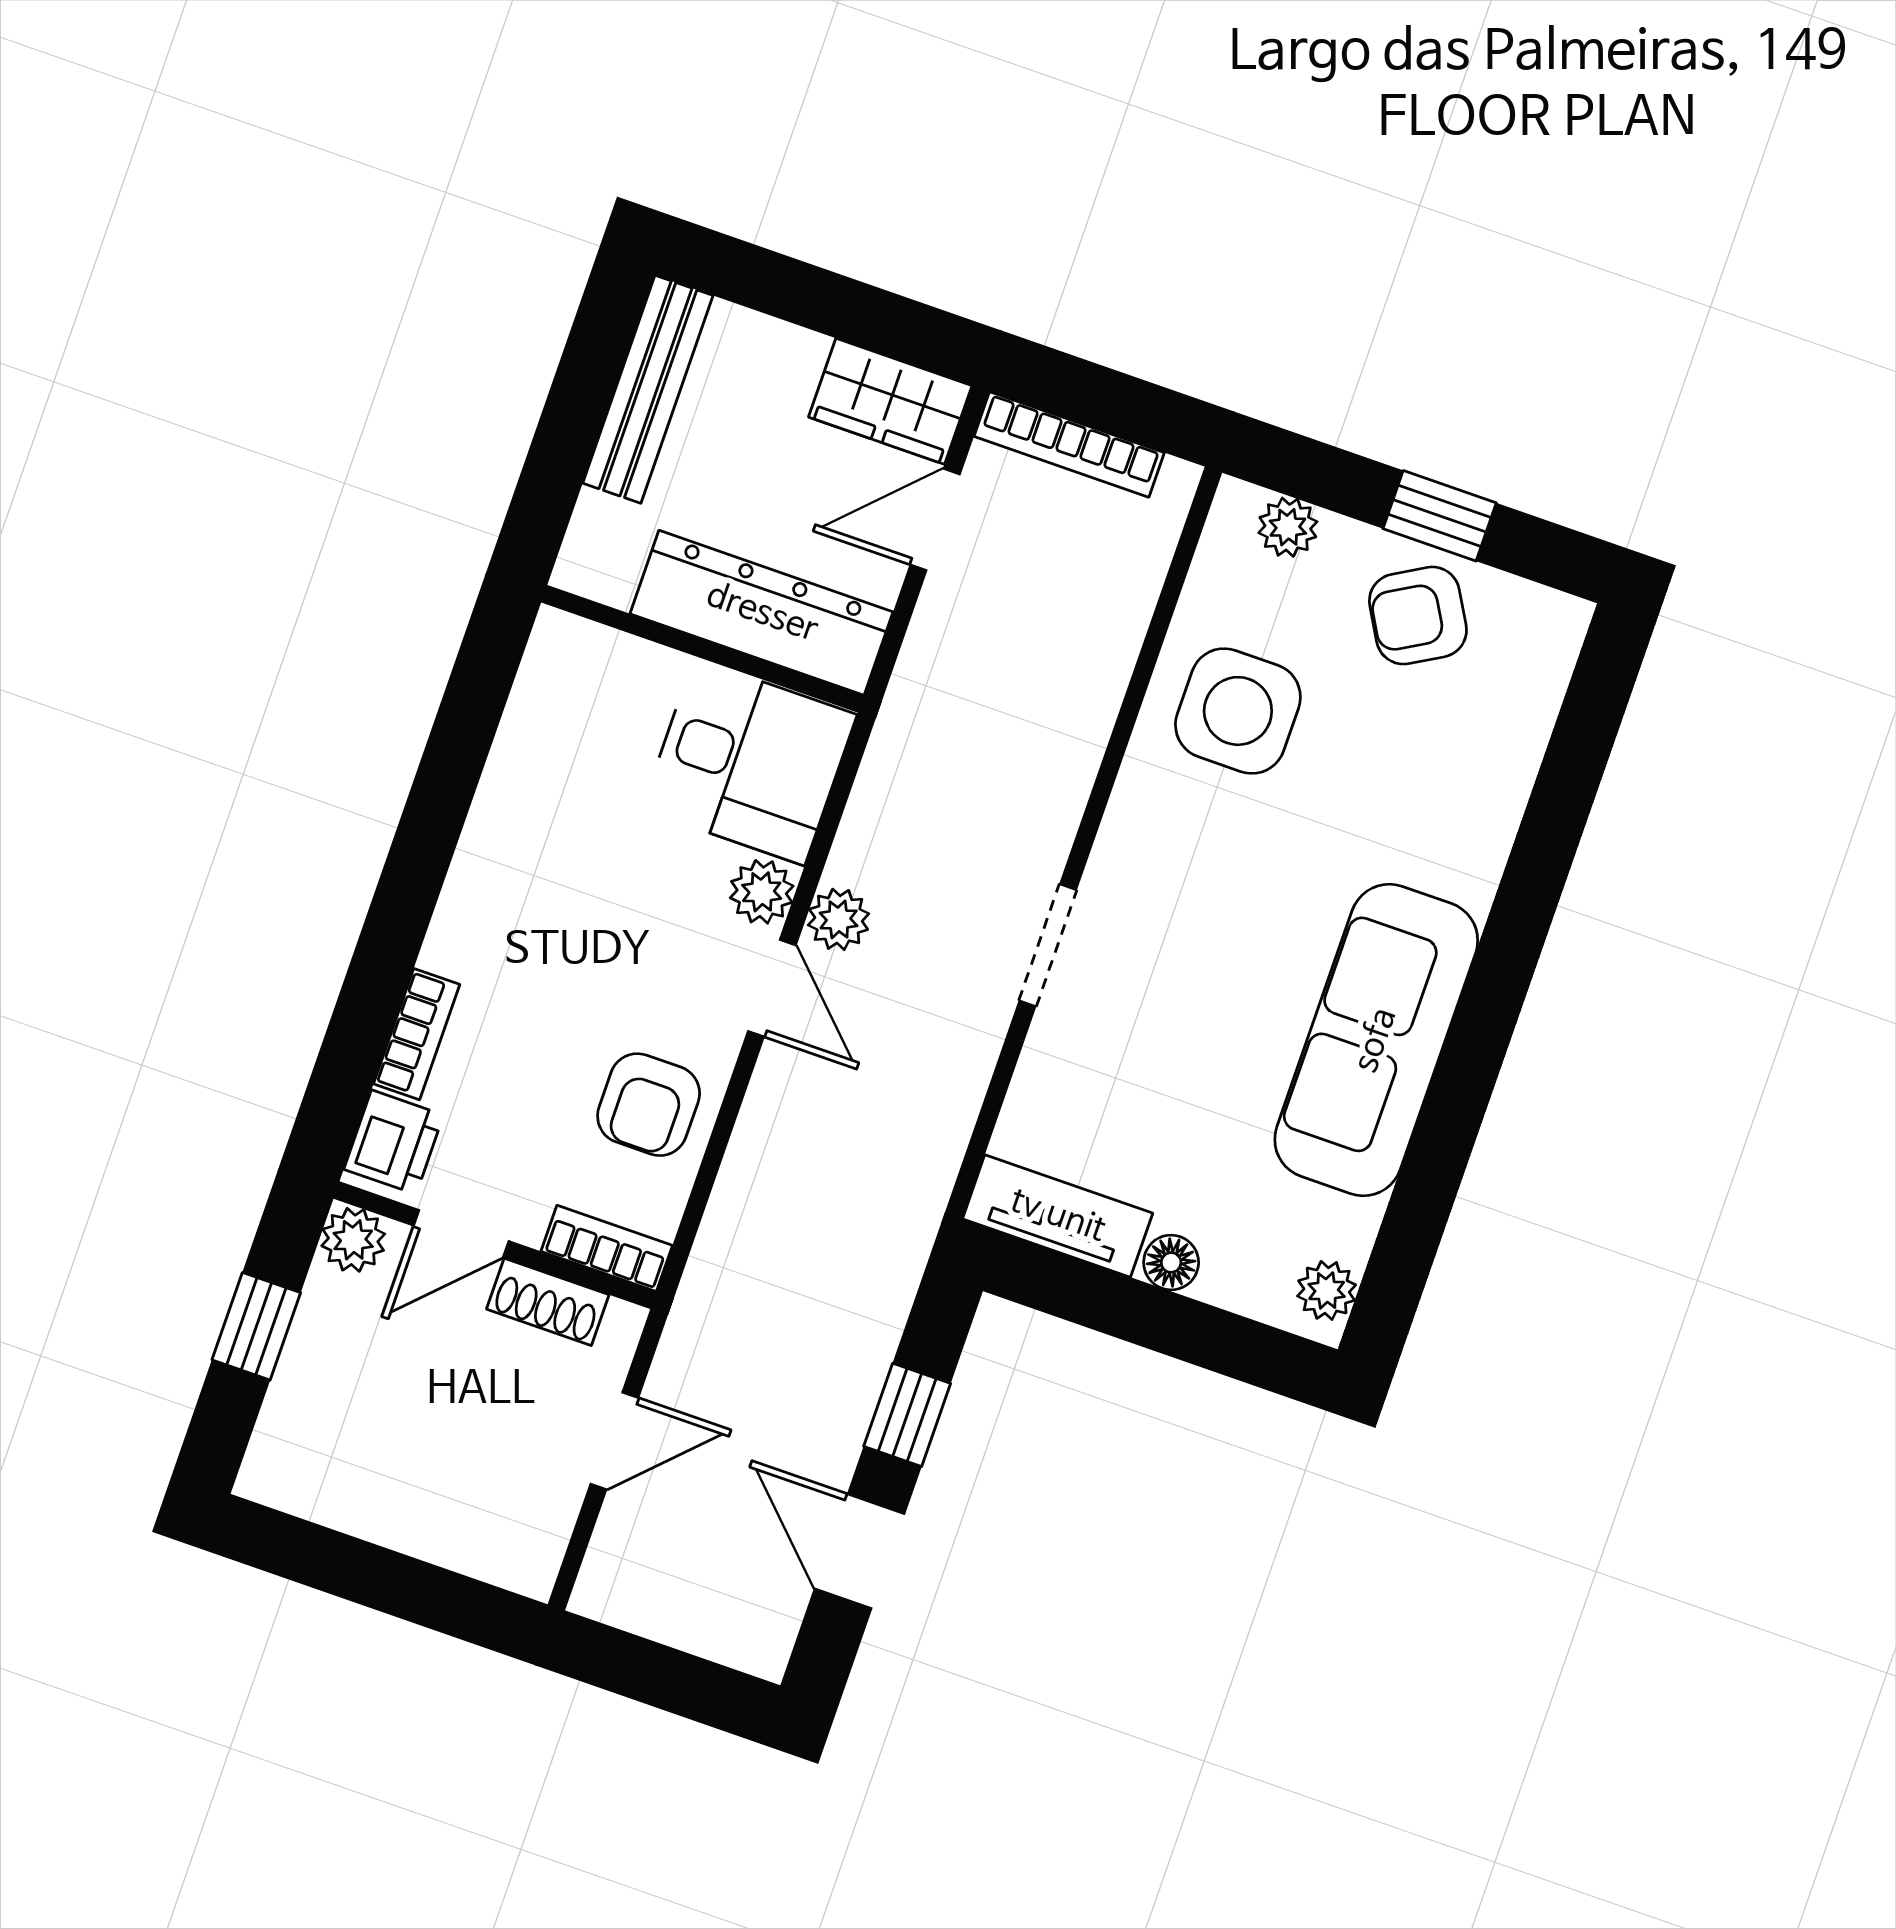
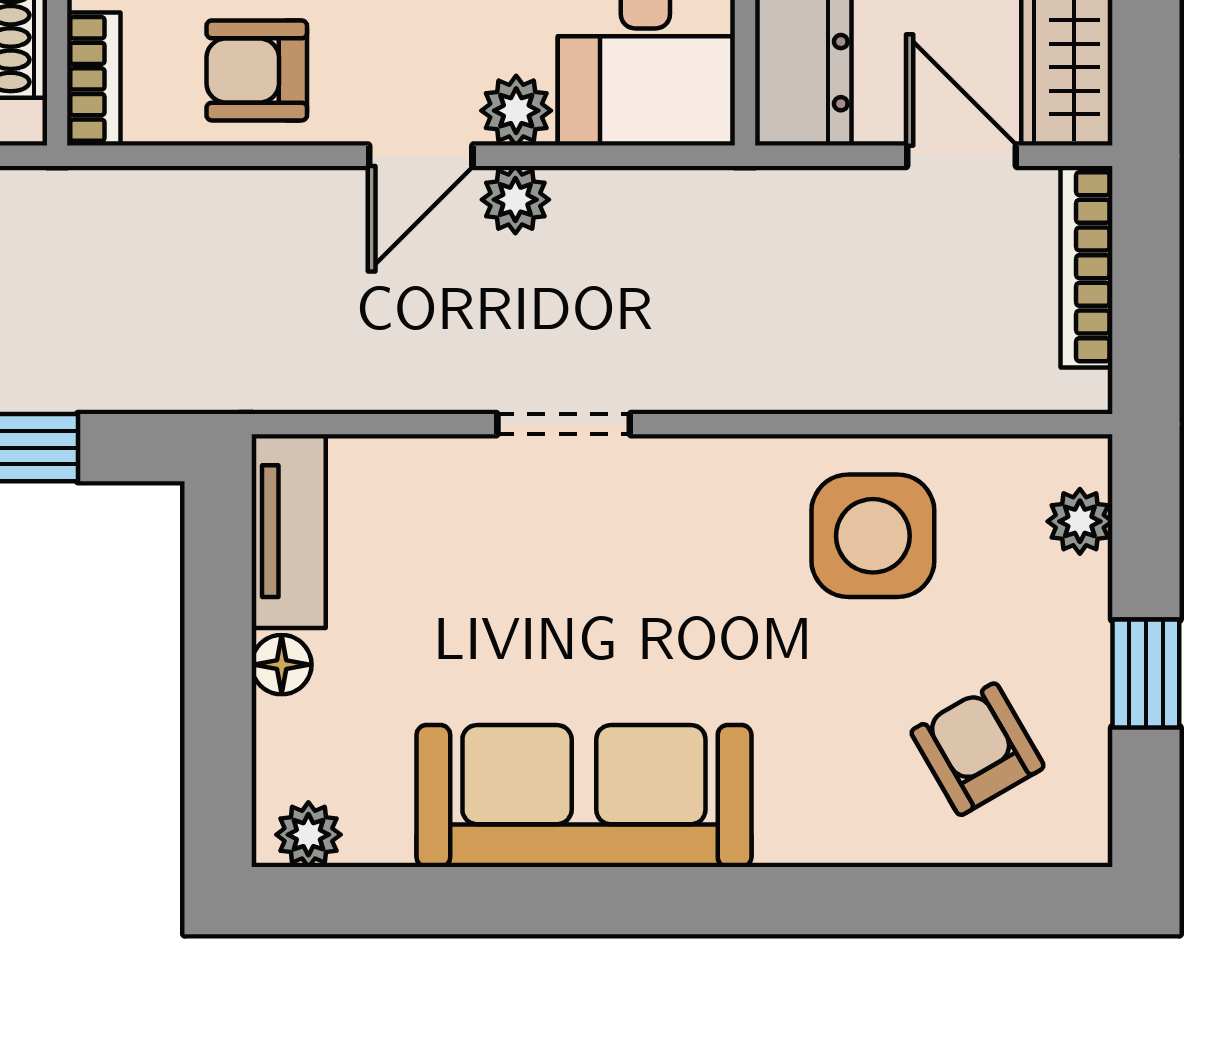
armchair: (1418, 616) -> (977, 749), moved

